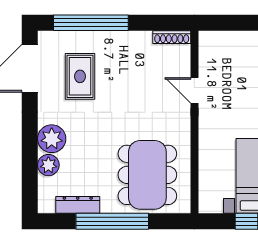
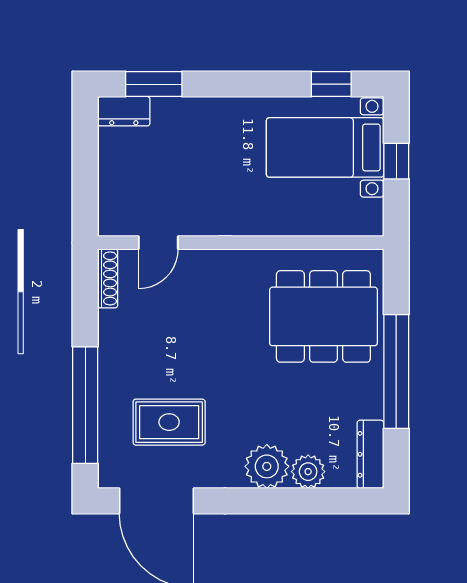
door: (194, 90) -> (158, 243), moved
dresser: (78, 205) -> (370, 454), moved

